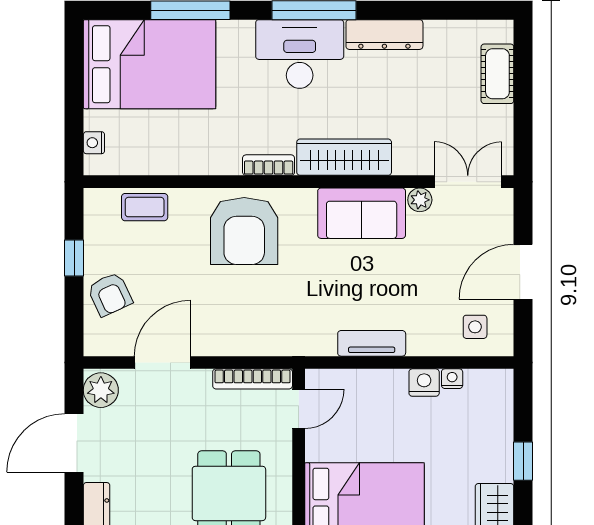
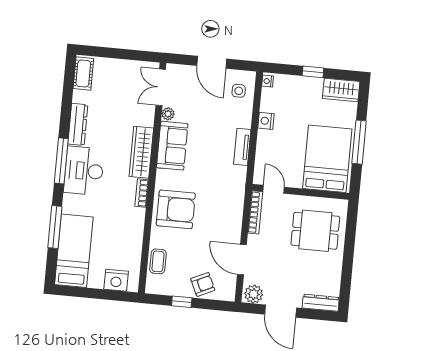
bed: (150, 64) -> (74, 251), width x0.67
cot: (497, 74) -> (83, 73), moved, turned 90
nightstand: (94, 143) -> (116, 280), width x1.89, depth x1.79
nightstand: (452, 379) -> (268, 81), moved

